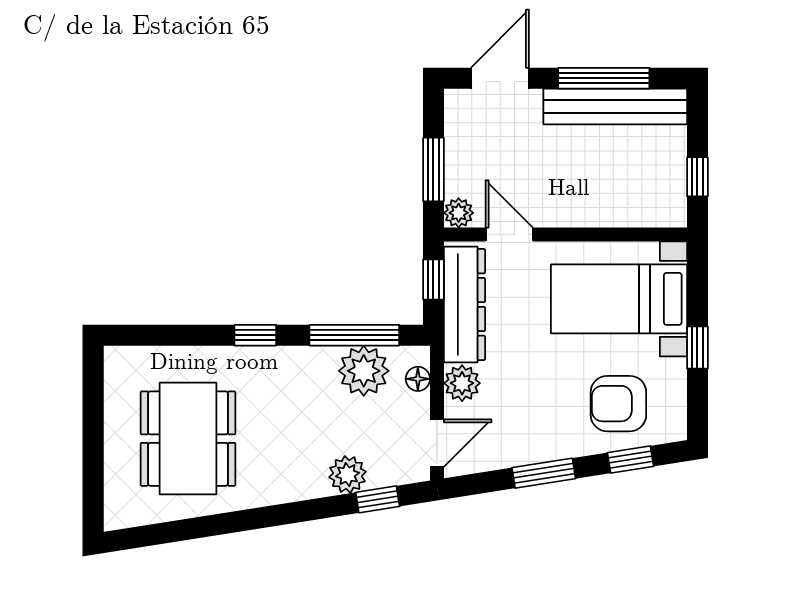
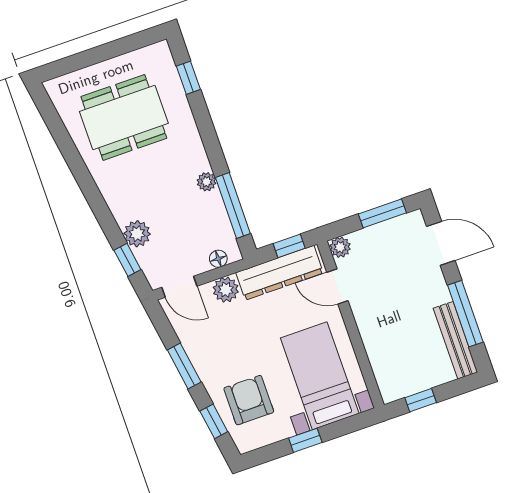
bench: (615, 106) -> (456, 340), width x0.73, depth x0.82
window: (433, 170) -> (382, 213), moved
door: (509, 234) -> (337, 286), swing flipped
window: (255, 335) -> (188, 78), moved
plant: (364, 371) -> (207, 182), moved, width x0.53, depth x0.53

